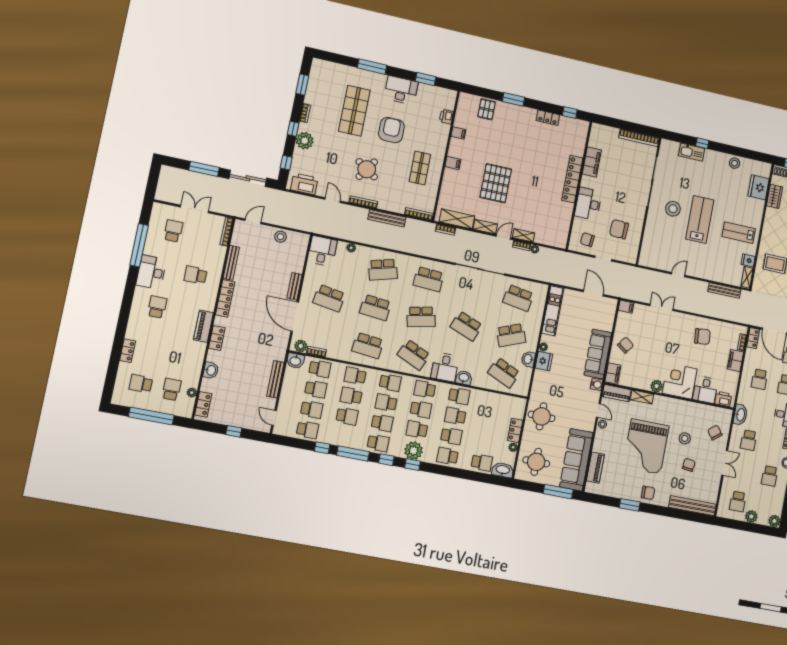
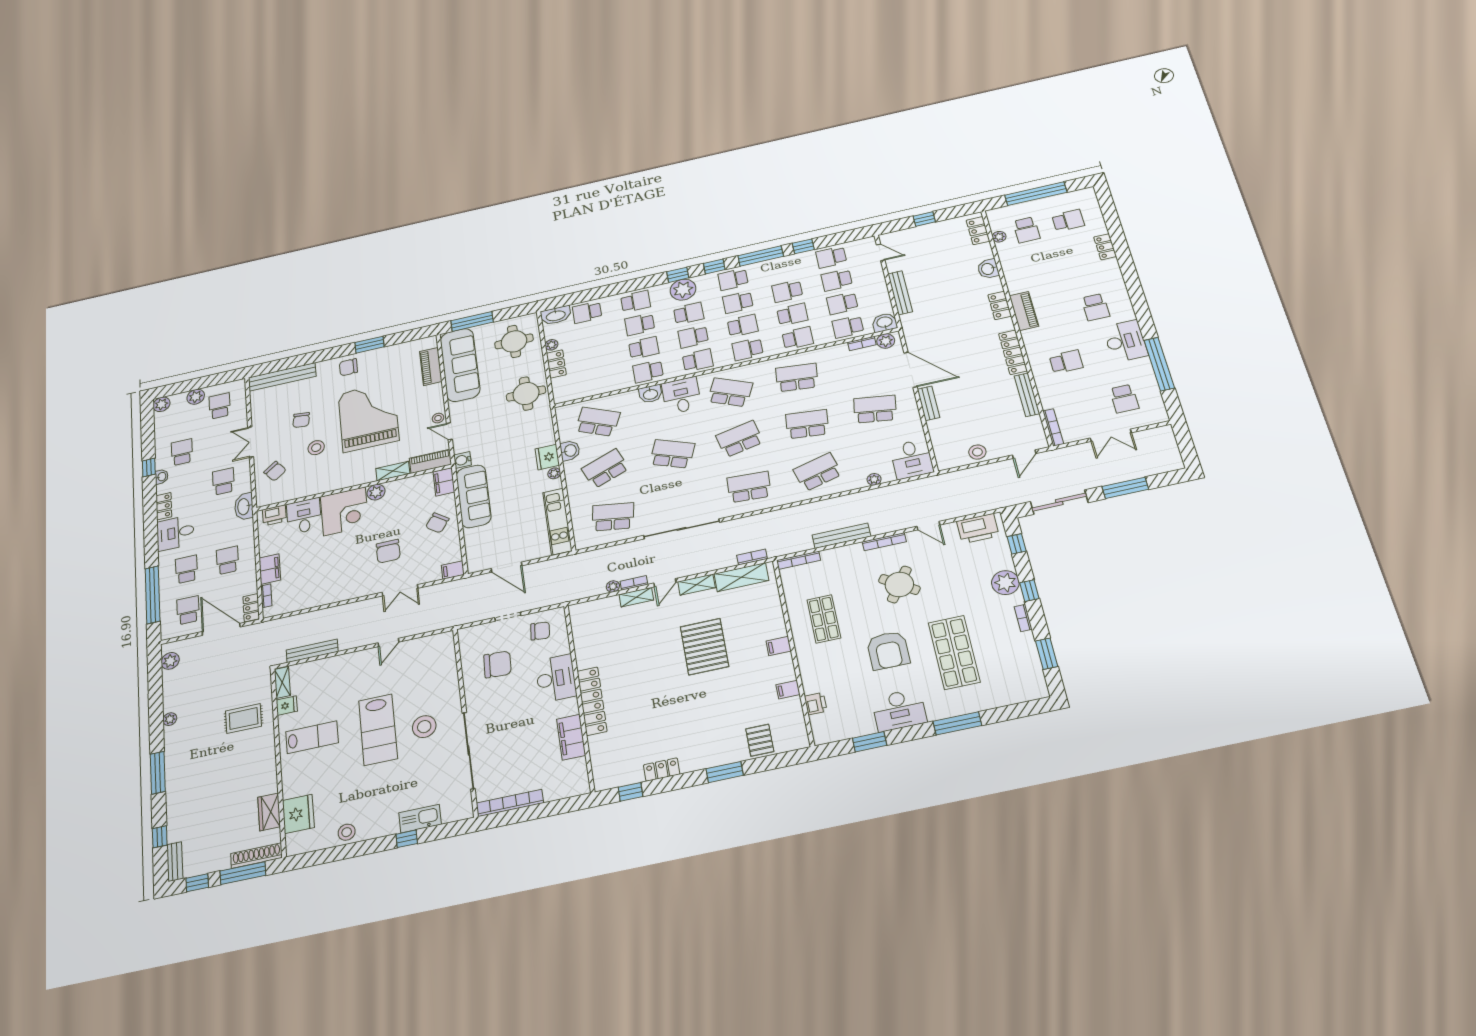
chair: (702, 337) -> (388, 551), moved, turned -85

